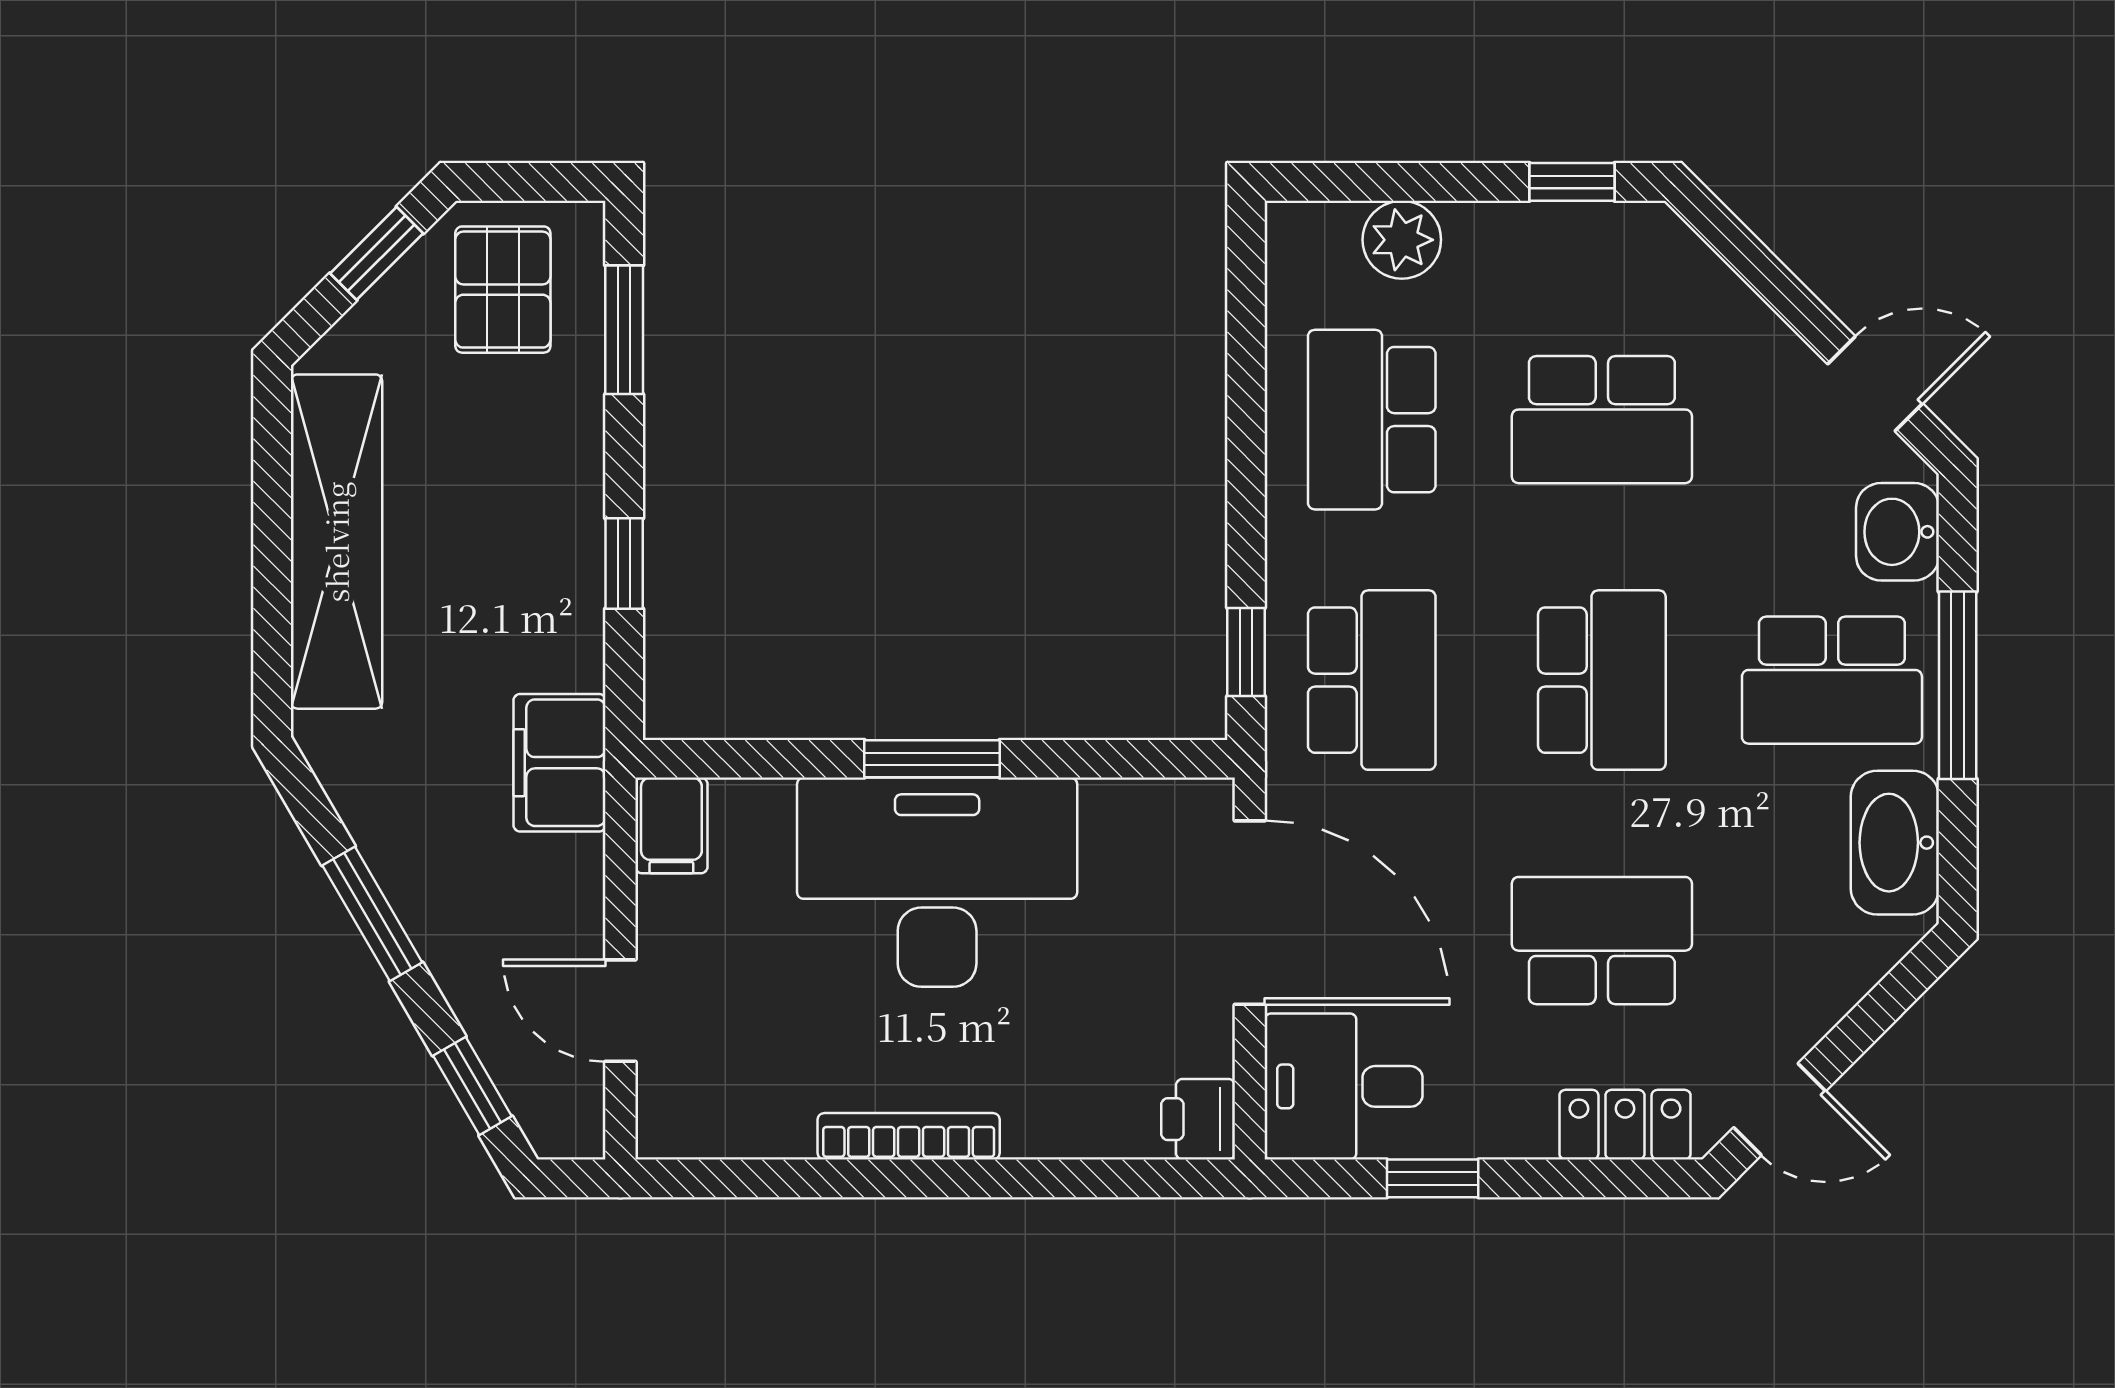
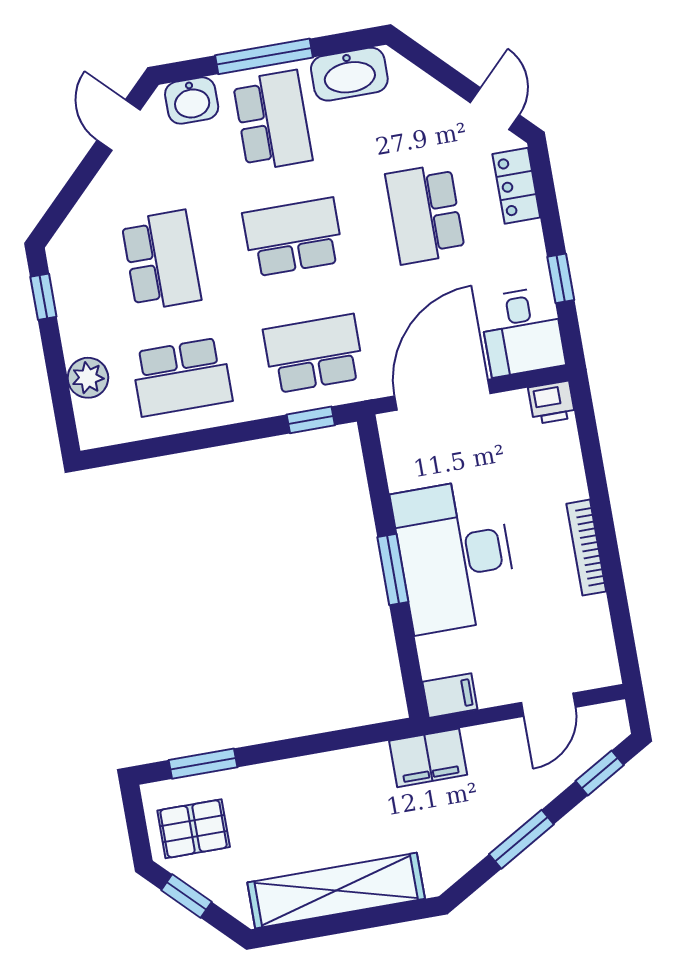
window: (624, 564) -> (321, 743), removed

